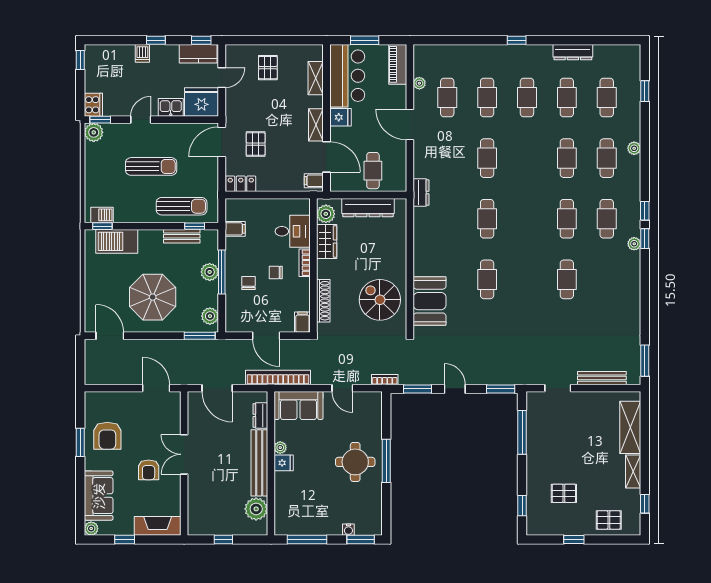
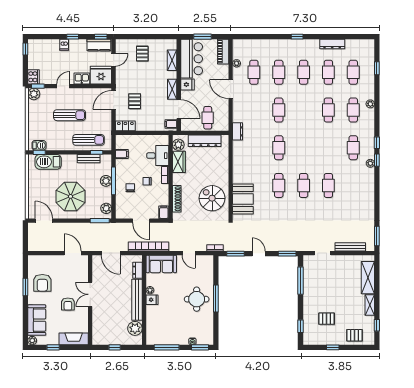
cafe table: (567, 219) -> (304, 185), moved

